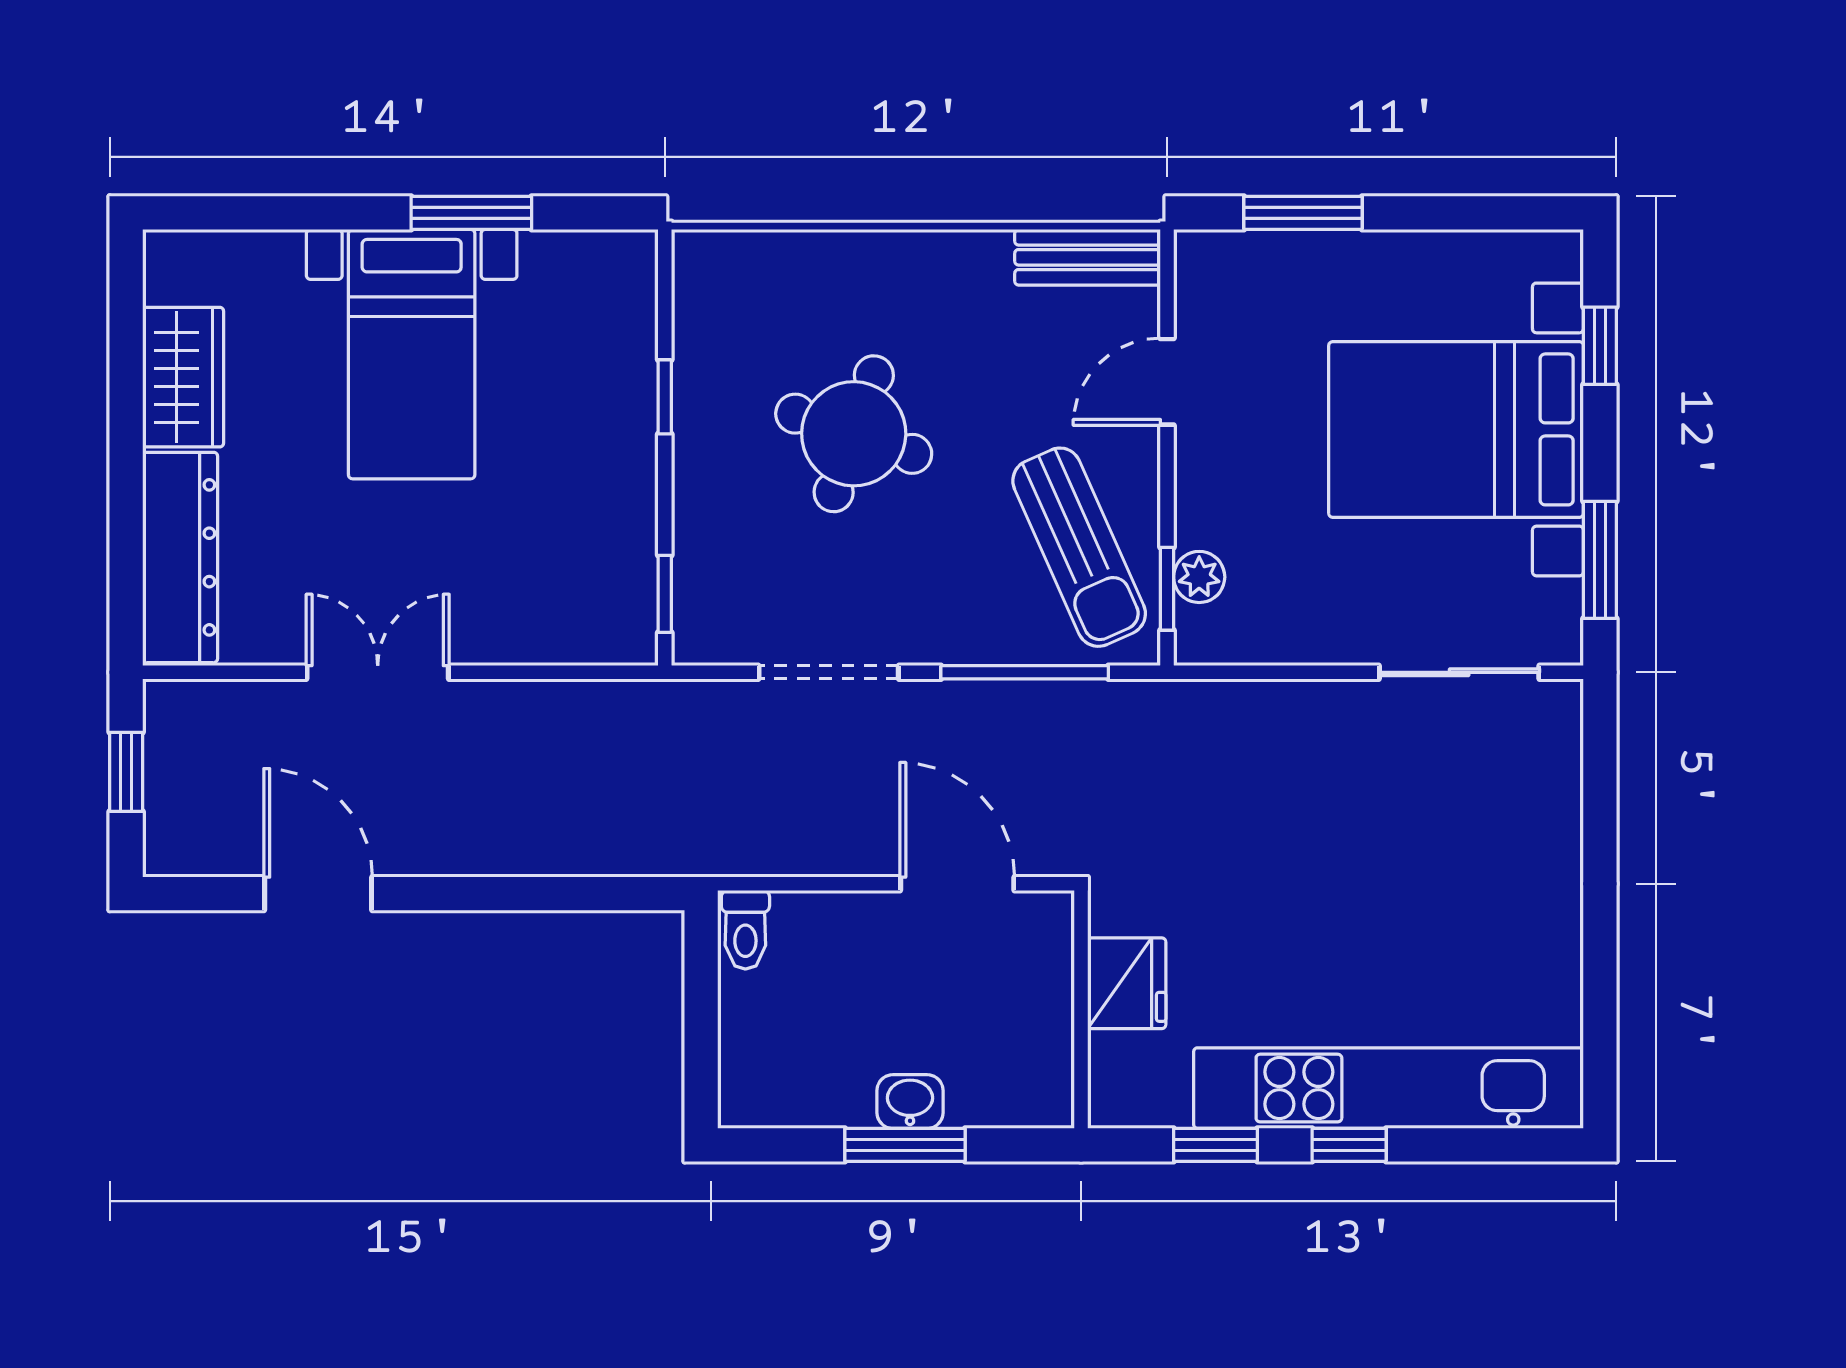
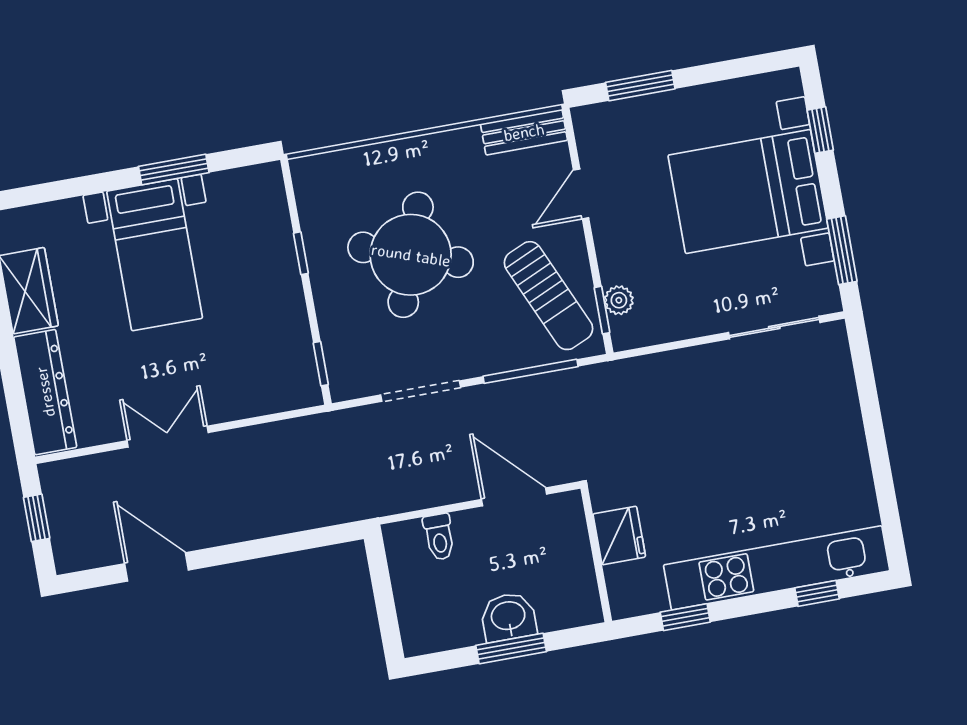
round table: (854, 434) -> (411, 255), width x1.36, depth x1.36
toilet: (745, 930) -> (439, 537), moved
washbasin: (910, 1102) -> (508, 617), width x1.38, depth x1.45
window: (1349, 1145) -> (817, 593), moved

